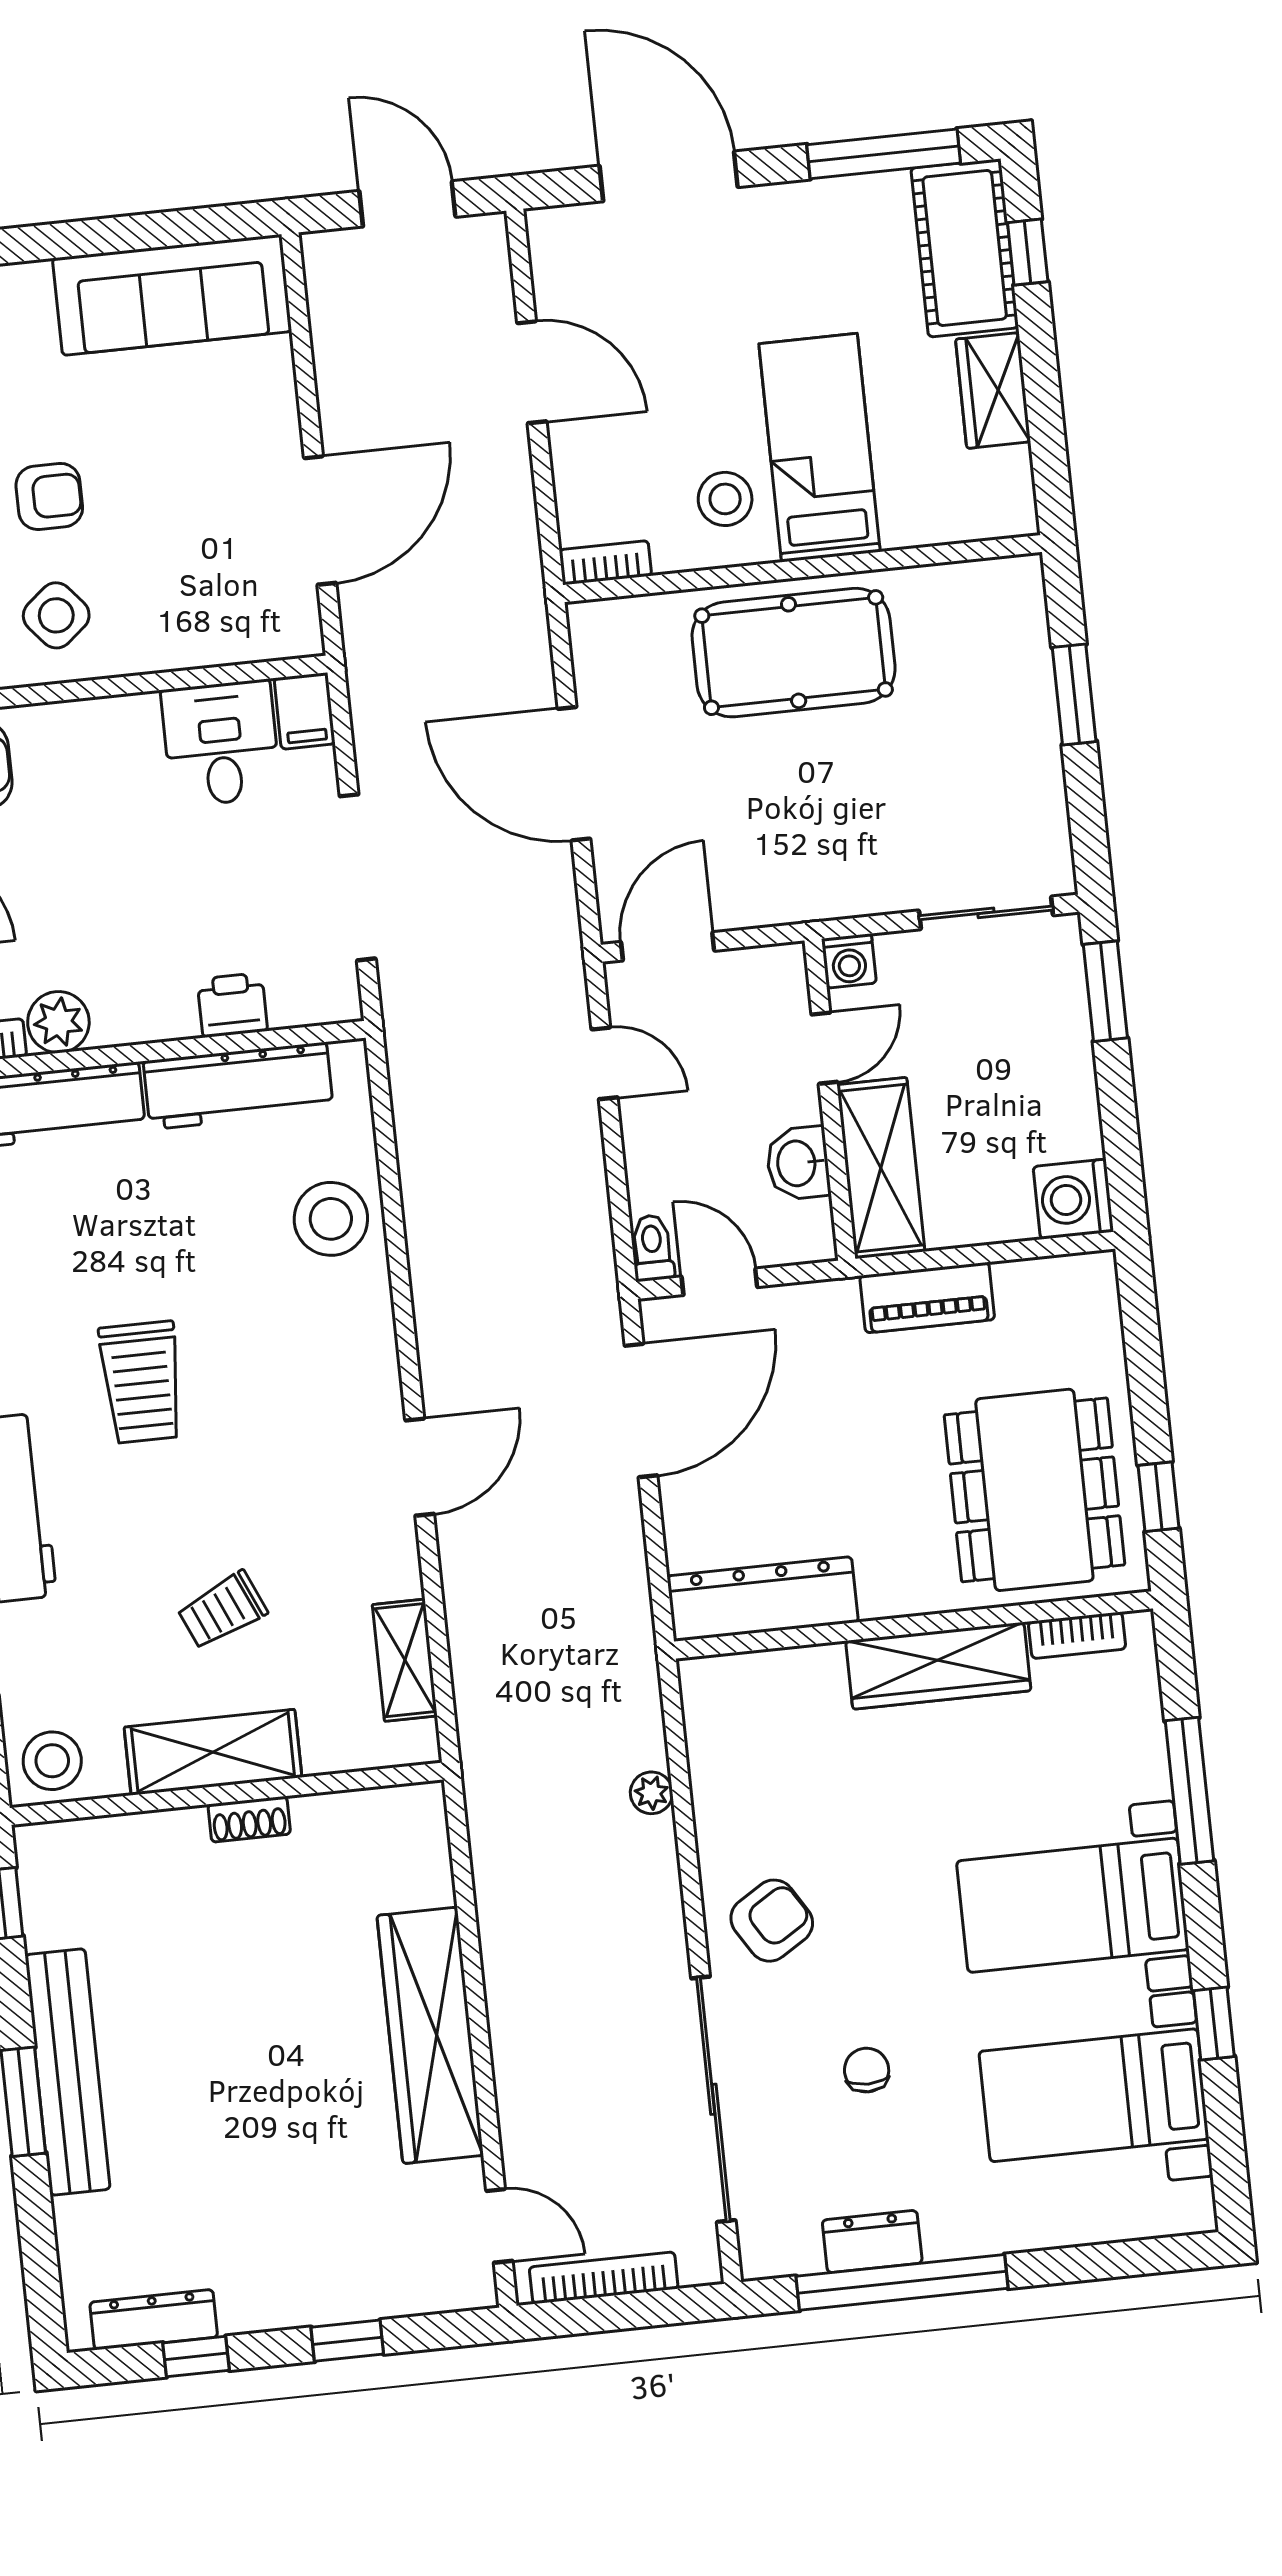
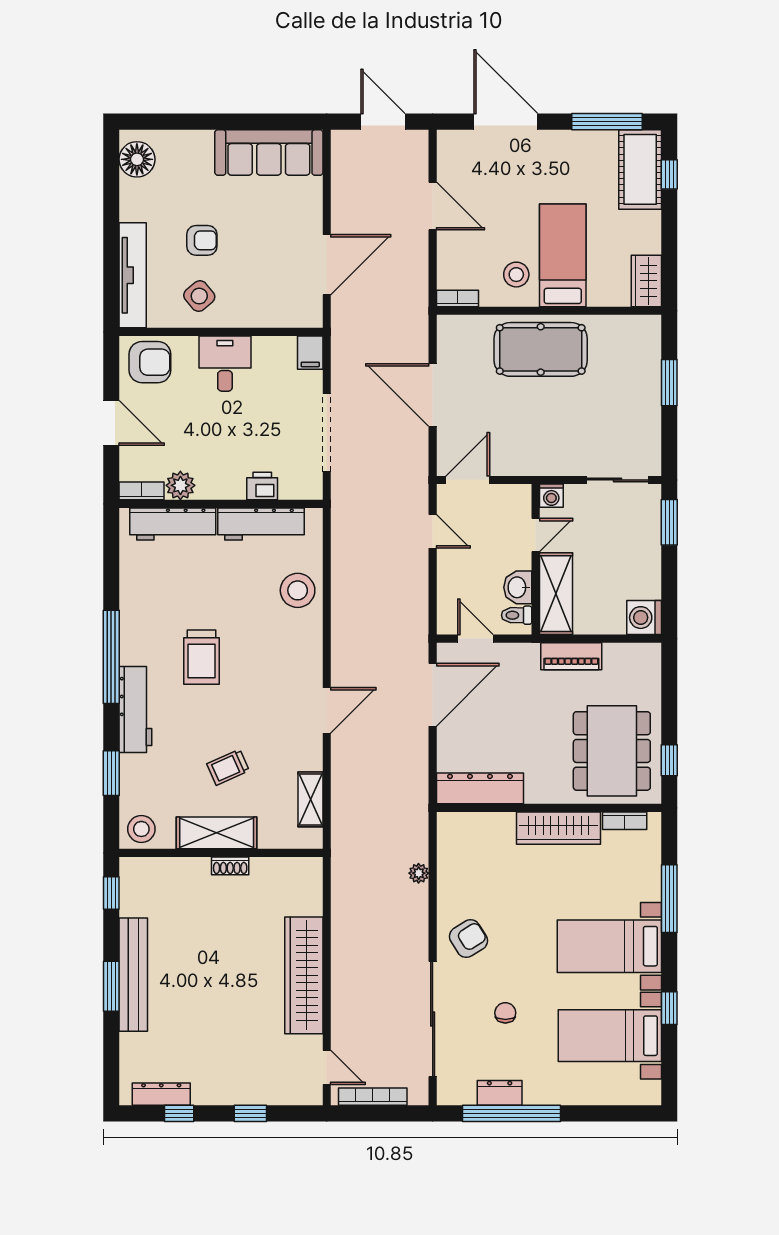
wardrobe: (993, 390) -> (646, 281), moved
desk: (221, 743) -> (225, 364), moved
toilet: (652, 1248) -> (517, 615), moved, turned -90

